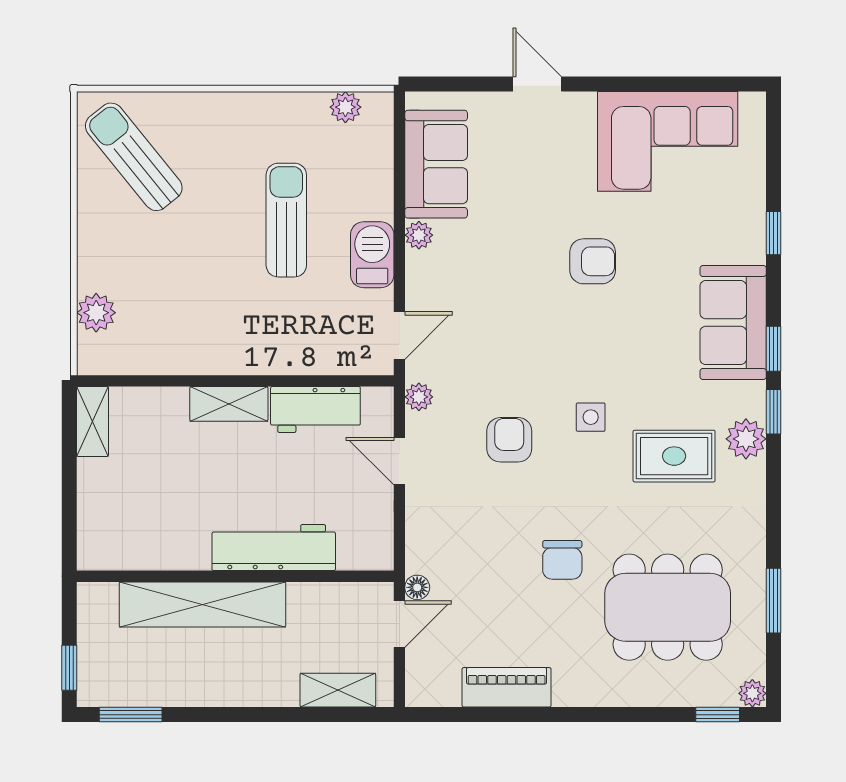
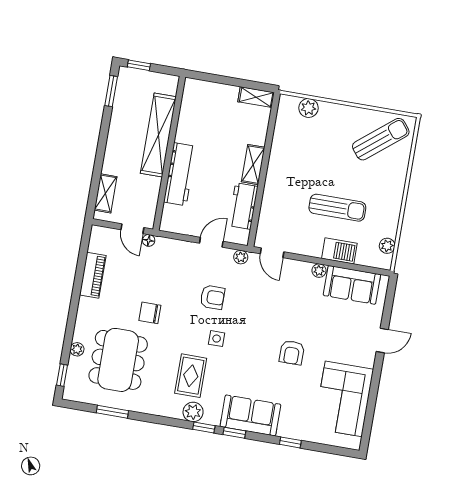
barbecue: (372, 255) -> (339, 251), moved
plant: (752, 693) -> (77, 349), moved

